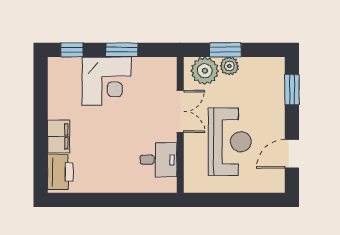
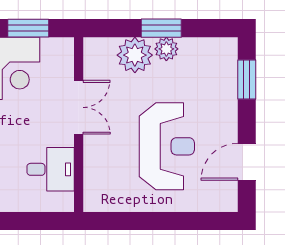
double door: (180, 111) -> (79, 107), moved
wall: (180, 125) -> (79, 125), moved
desk: (158, 160) -> (51, 169), moved

